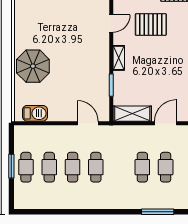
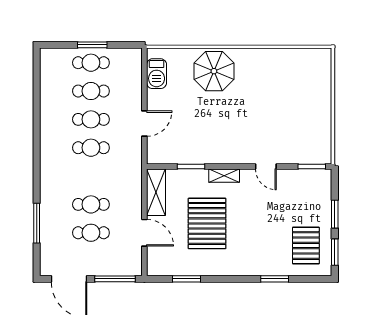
pallet: (151, 24) -> (207, 223), moved, width x1.37, depth x1.41
door: (88, 123) -> (144, 124), moved

